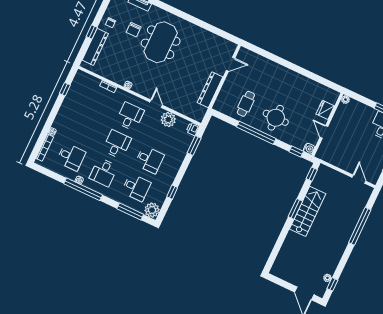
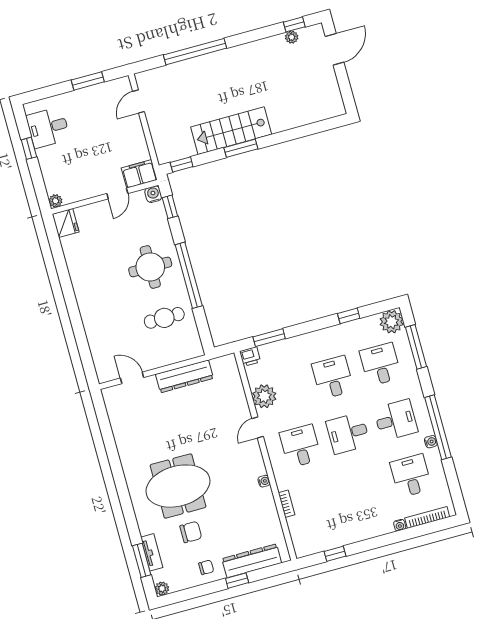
fridge: (325, 110) -> (66, 223), moved, turned -90
desk: (130, 116) -> (300, 446), turned 90
filing cabinet: (324, 150) -> (139, 174), added

